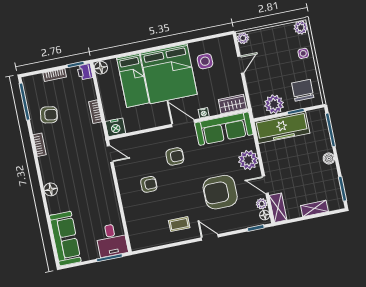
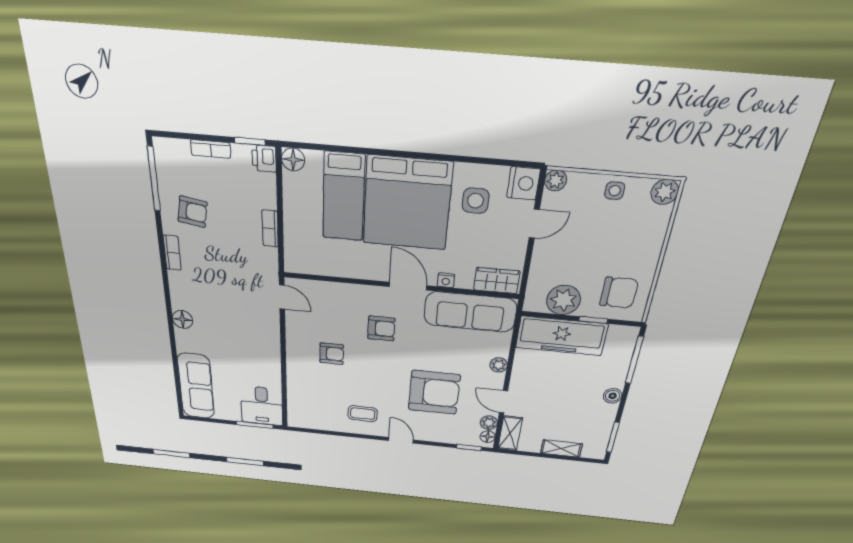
side table: (303, 53) -> (615, 191), moved
chair: (303, 90) -> (619, 293), turned 90
nightstand: (115, 127) -> (523, 183), moved, turned -90
plant: (248, 160) -> (499, 365), width x0.53, depth x0.53
armchair: (220, 192) -> (434, 392), turned 180

